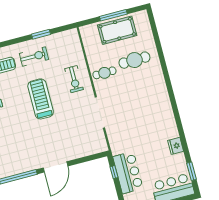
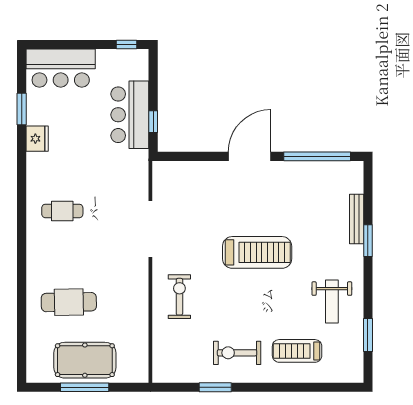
cafe table: (104, 73) -> (62, 211), moved
treadmill: (41, 99) -> (257, 252), moved, turned -90
window: (191, 171) -> (22, 109), moved

